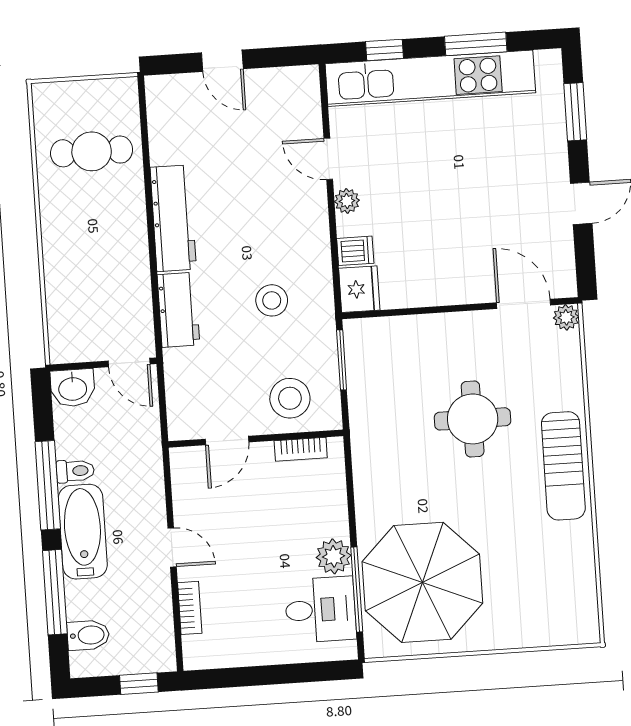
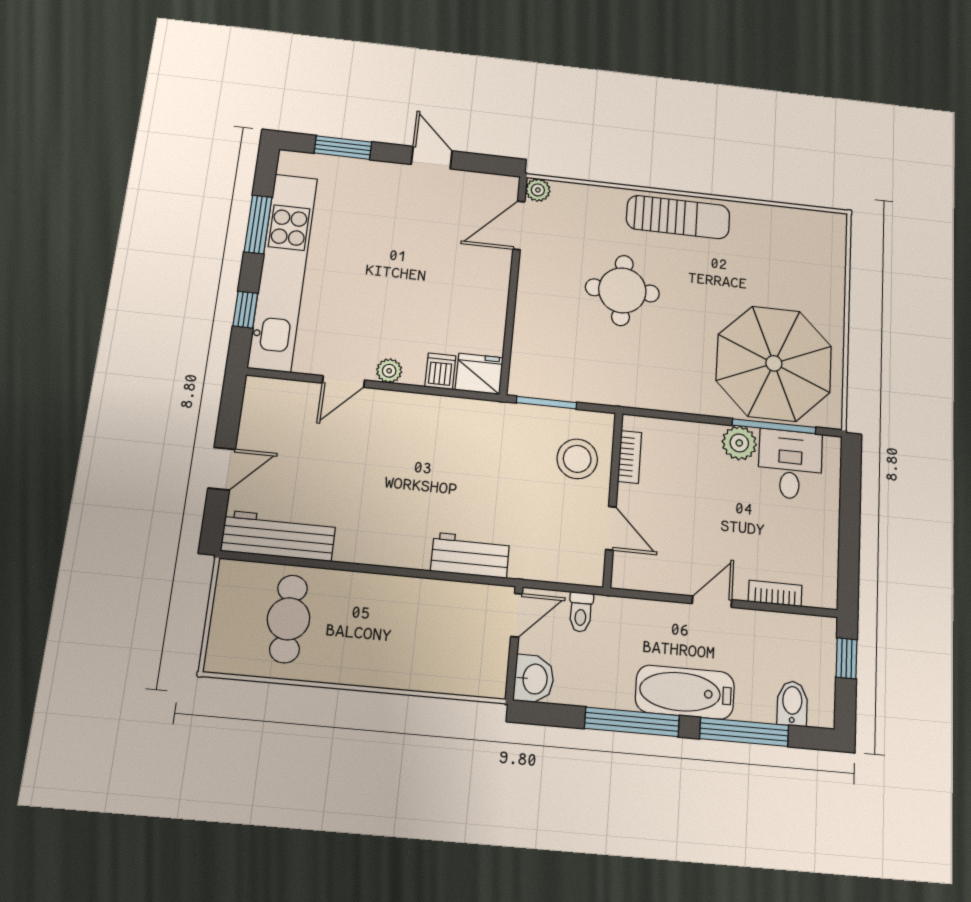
workbench: (173, 218) -> (278, 536), moved
stool: (272, 300) -> (476, 460), removed
toilet: (75, 471) -> (581, 612), moved, turned 180

